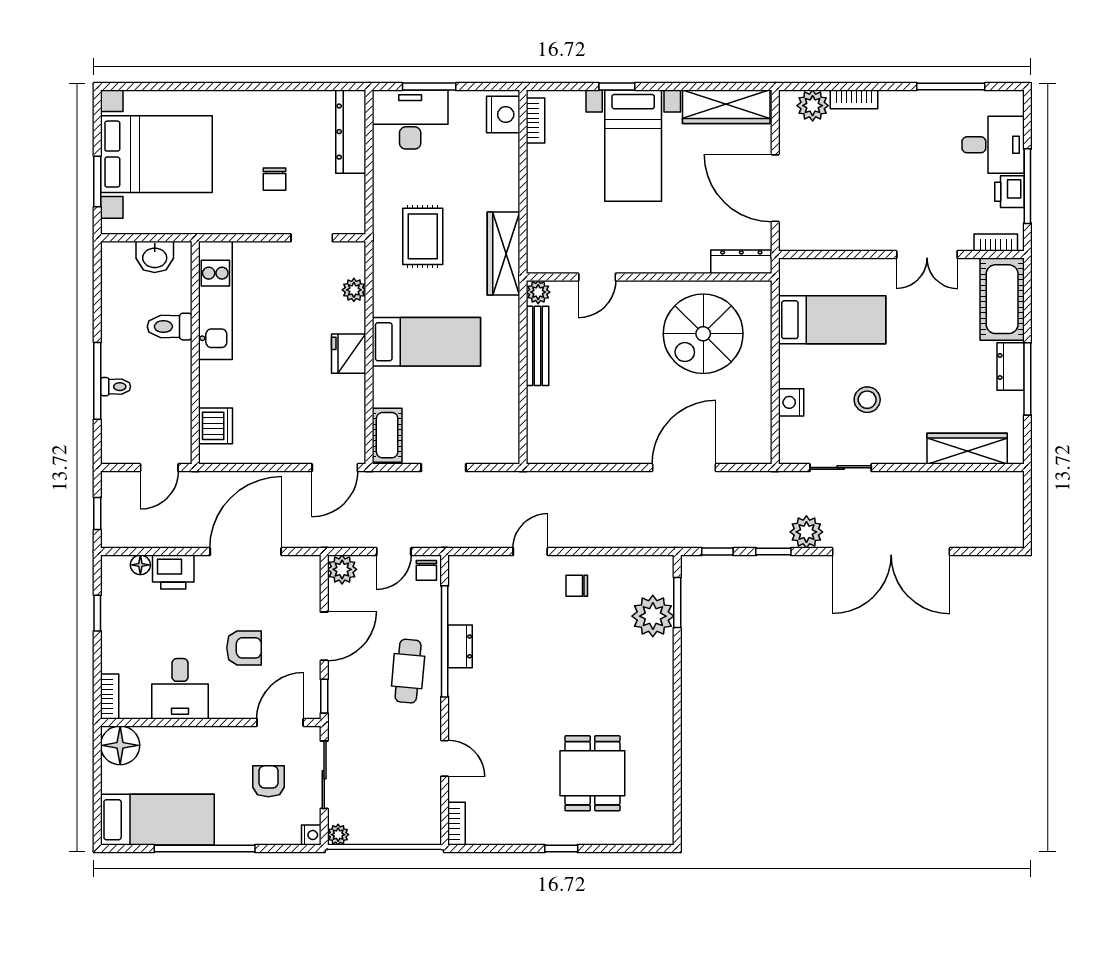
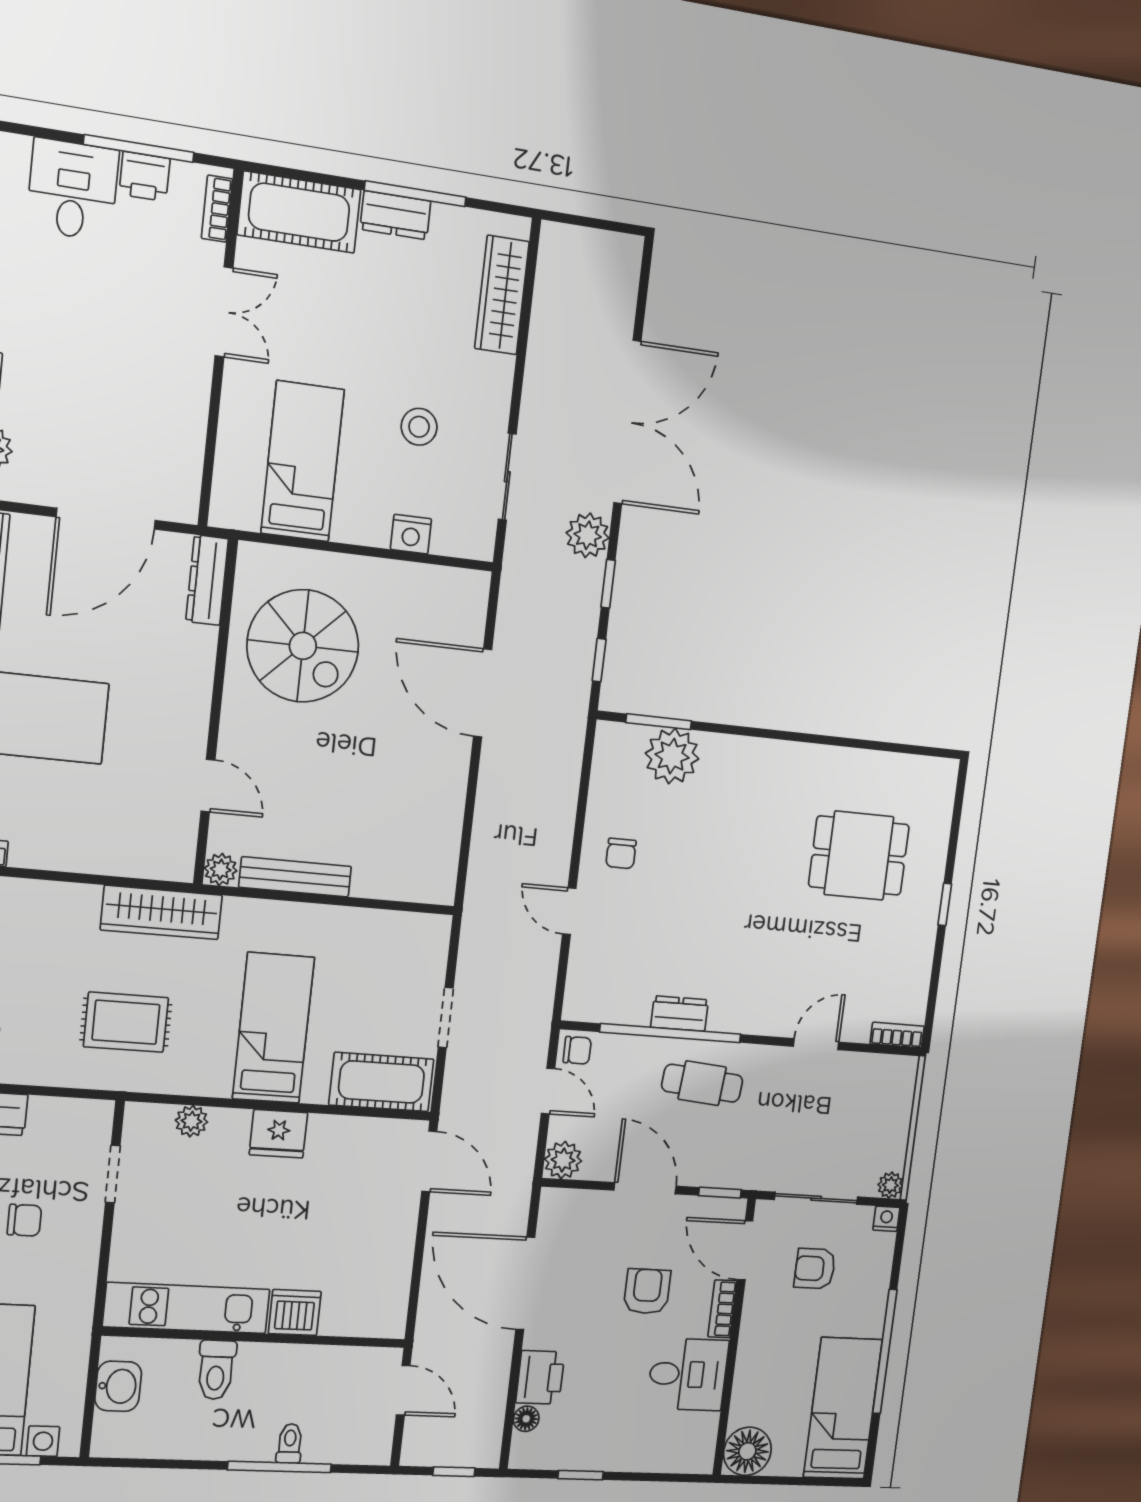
dishwasher: (215, 426) -> (295, 1312), moved
cot: (387, 435) -> (381, 1082), width x1.37, depth x1.34
bookcase: (110, 696) -> (722, 1309), moved, turned -90

